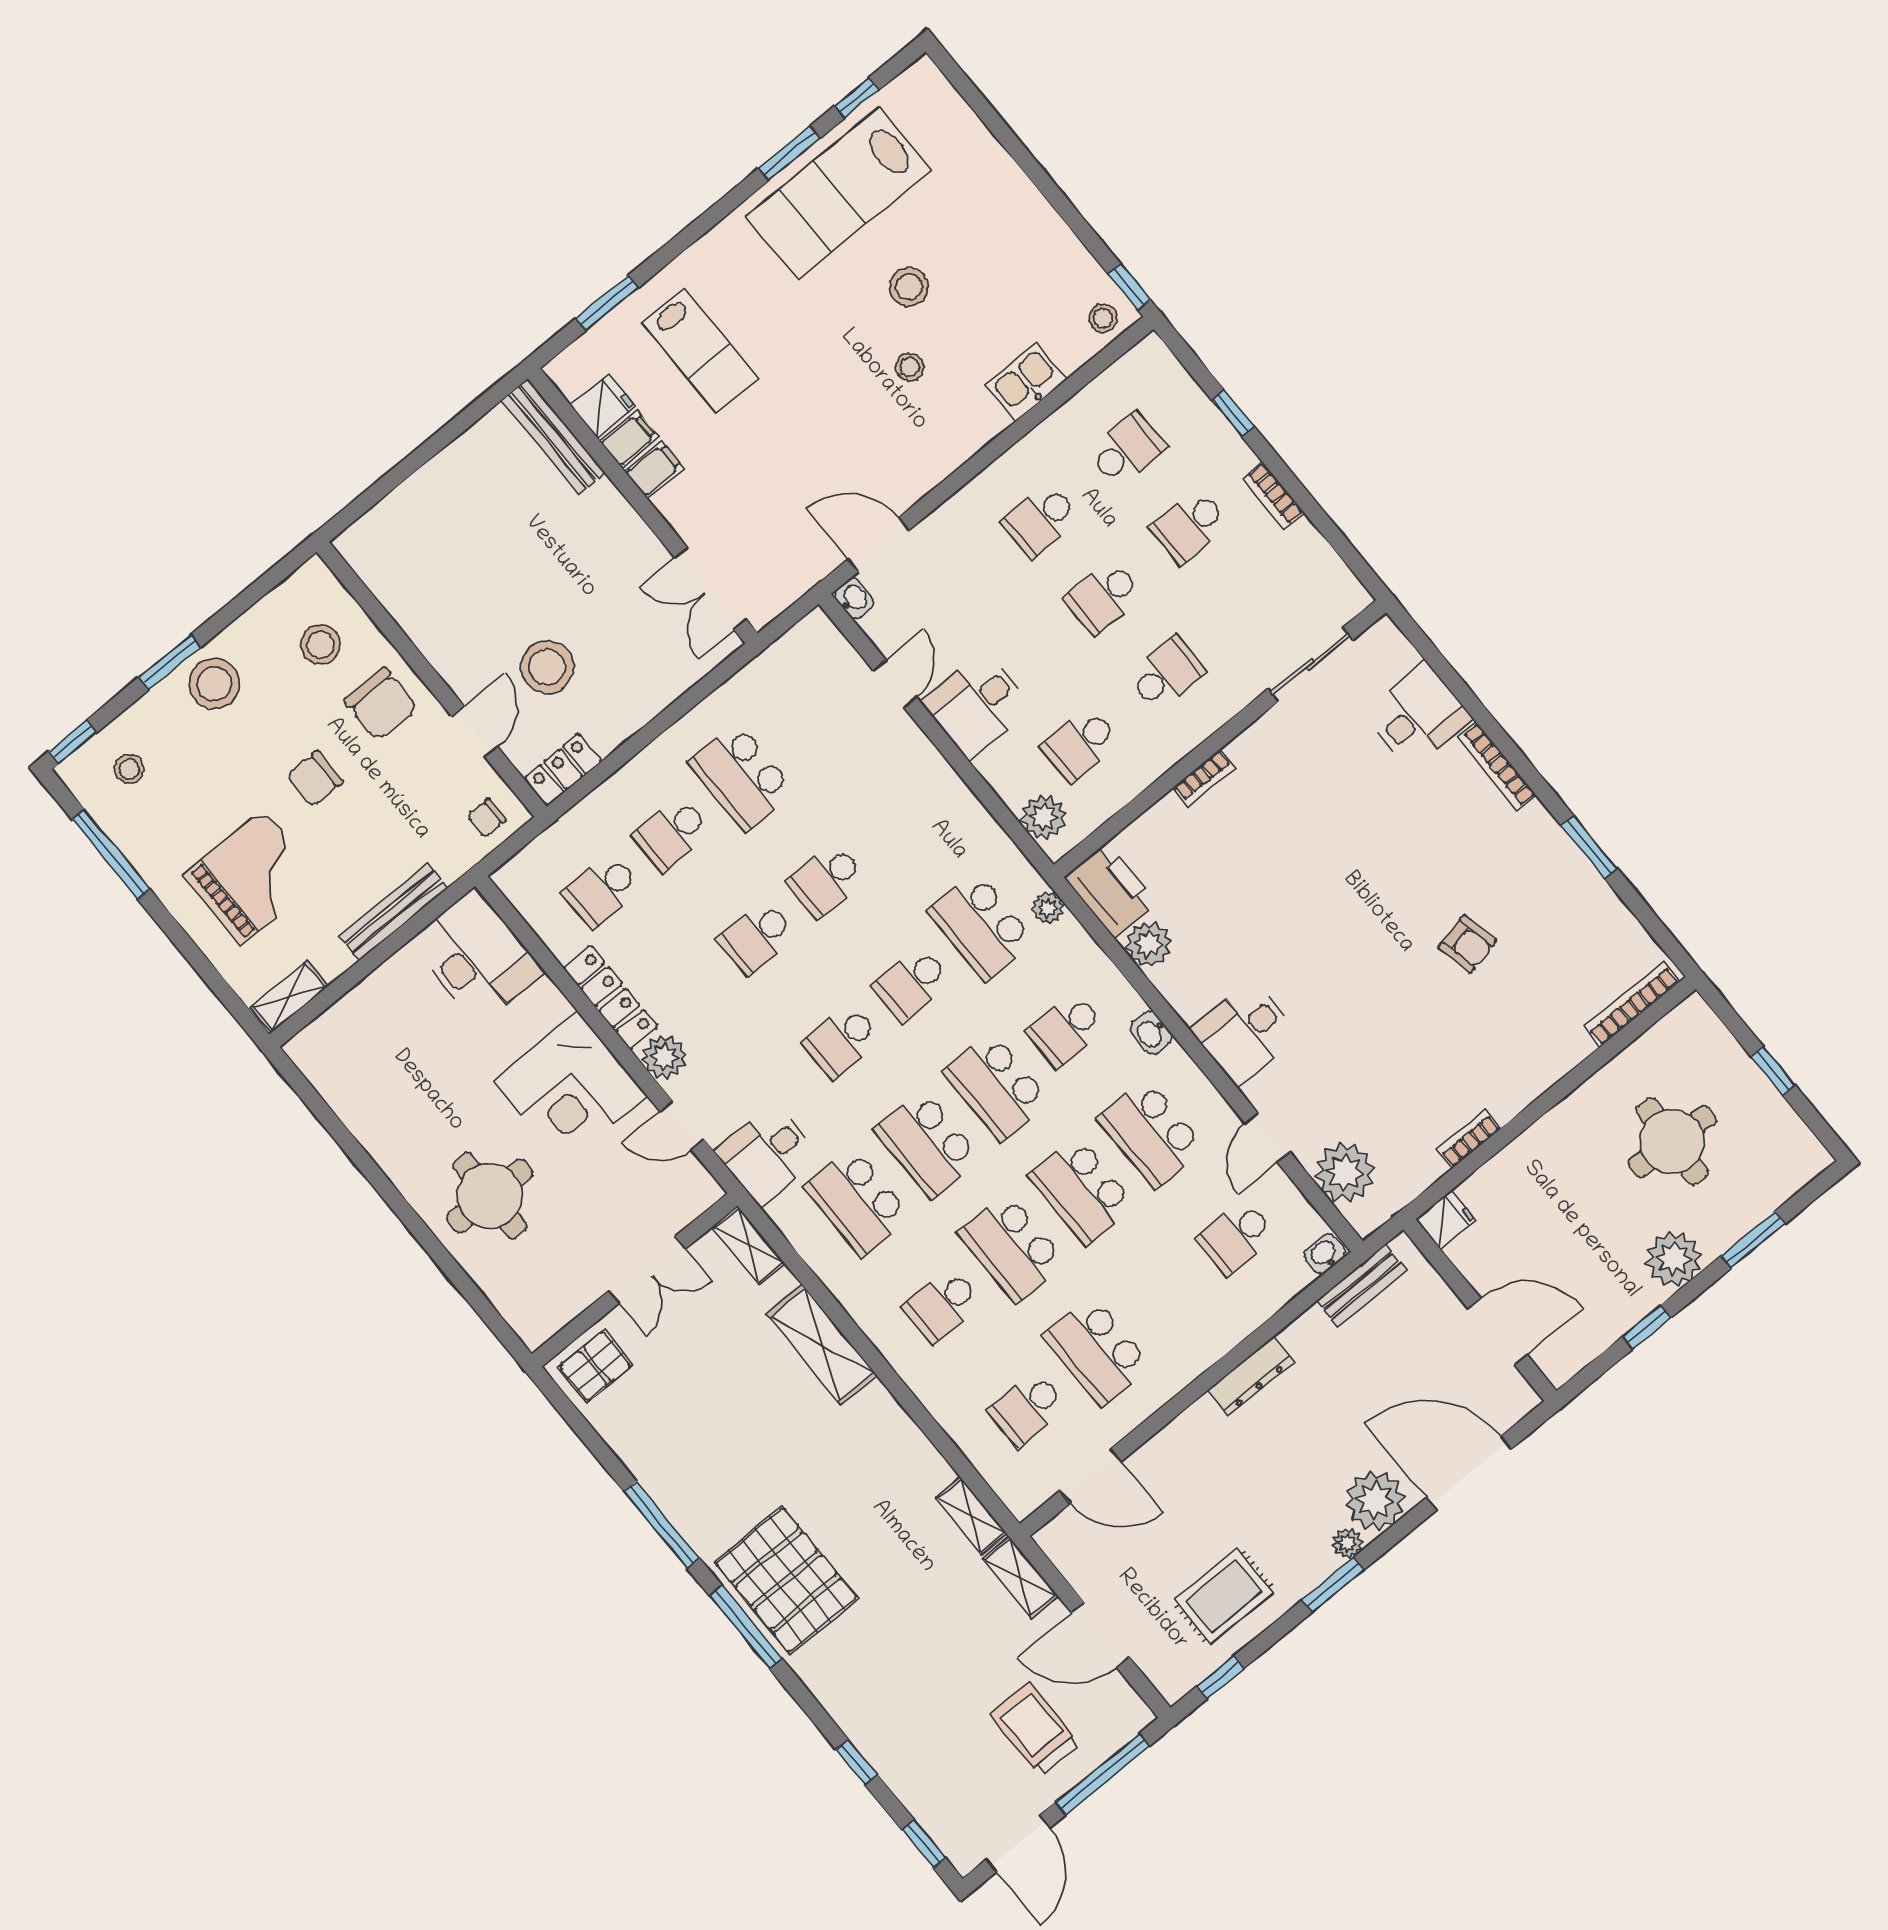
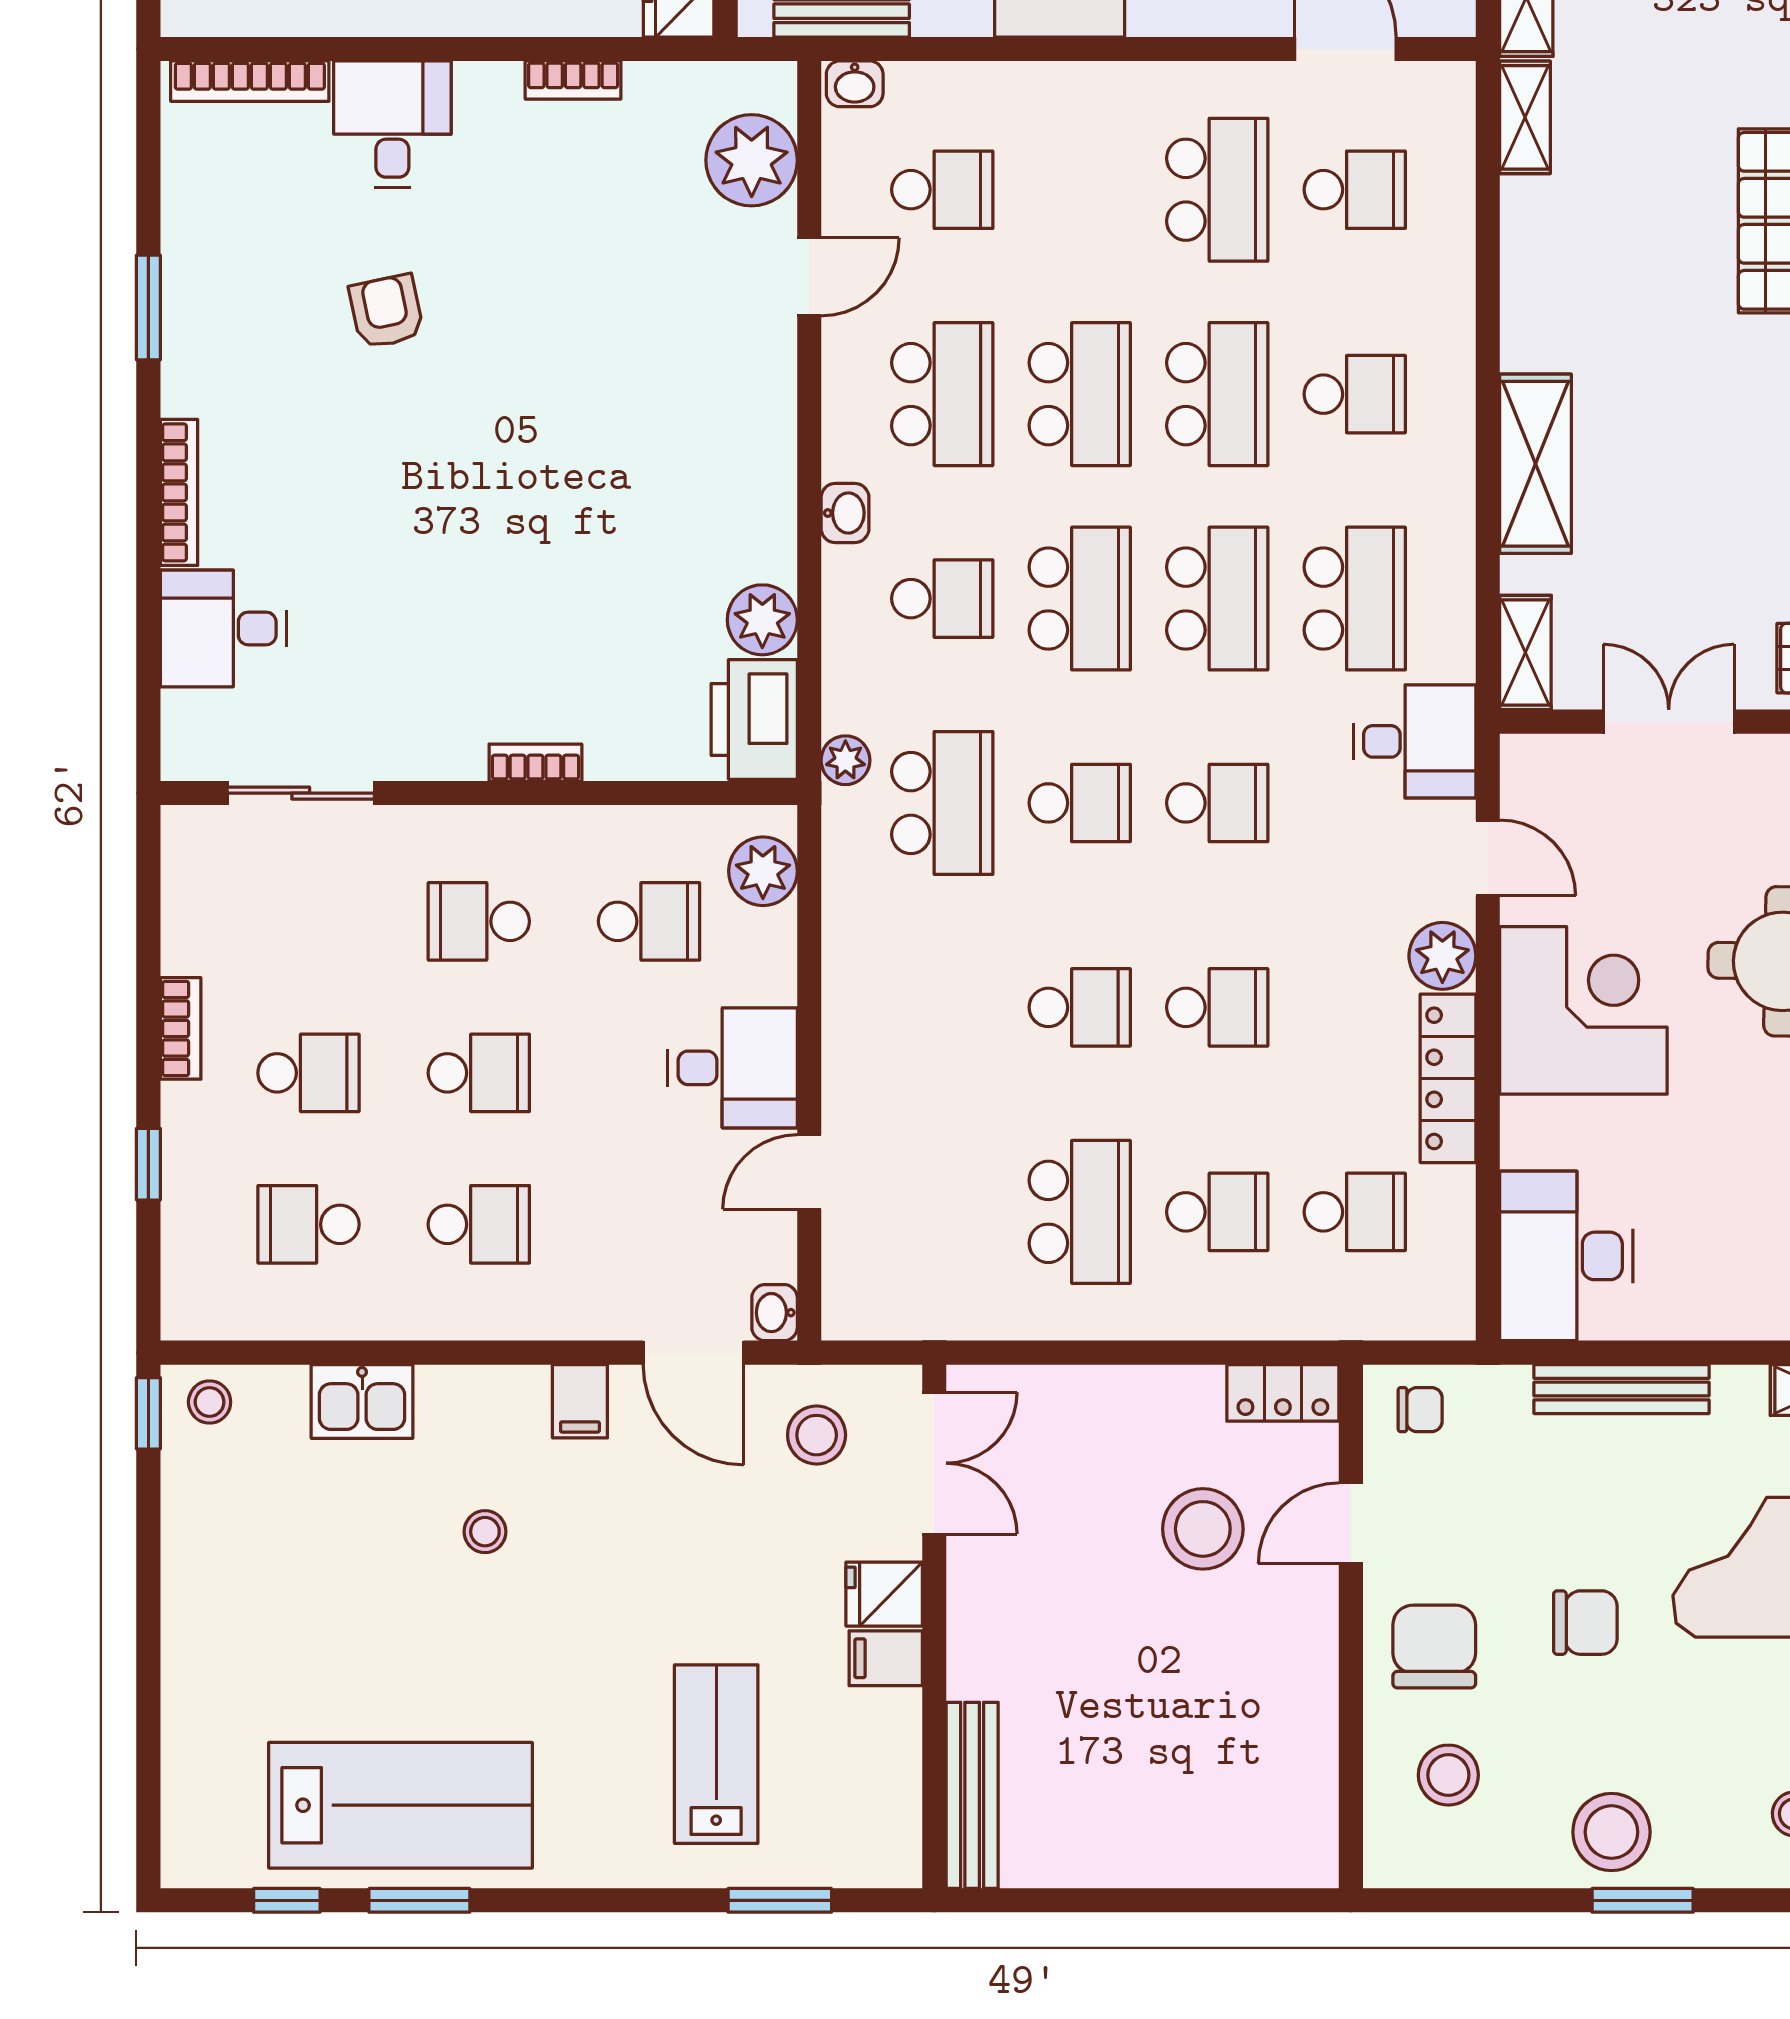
stool: (909, 287) -> (817, 1435), moved
fridge: (603, 406) -> (884, 1594), moved
filing cabinet: (629, 439) -> (580, 1401), moved, turned -90
desk: (1245, 1033) -> (392, 124), moved, turned -90

